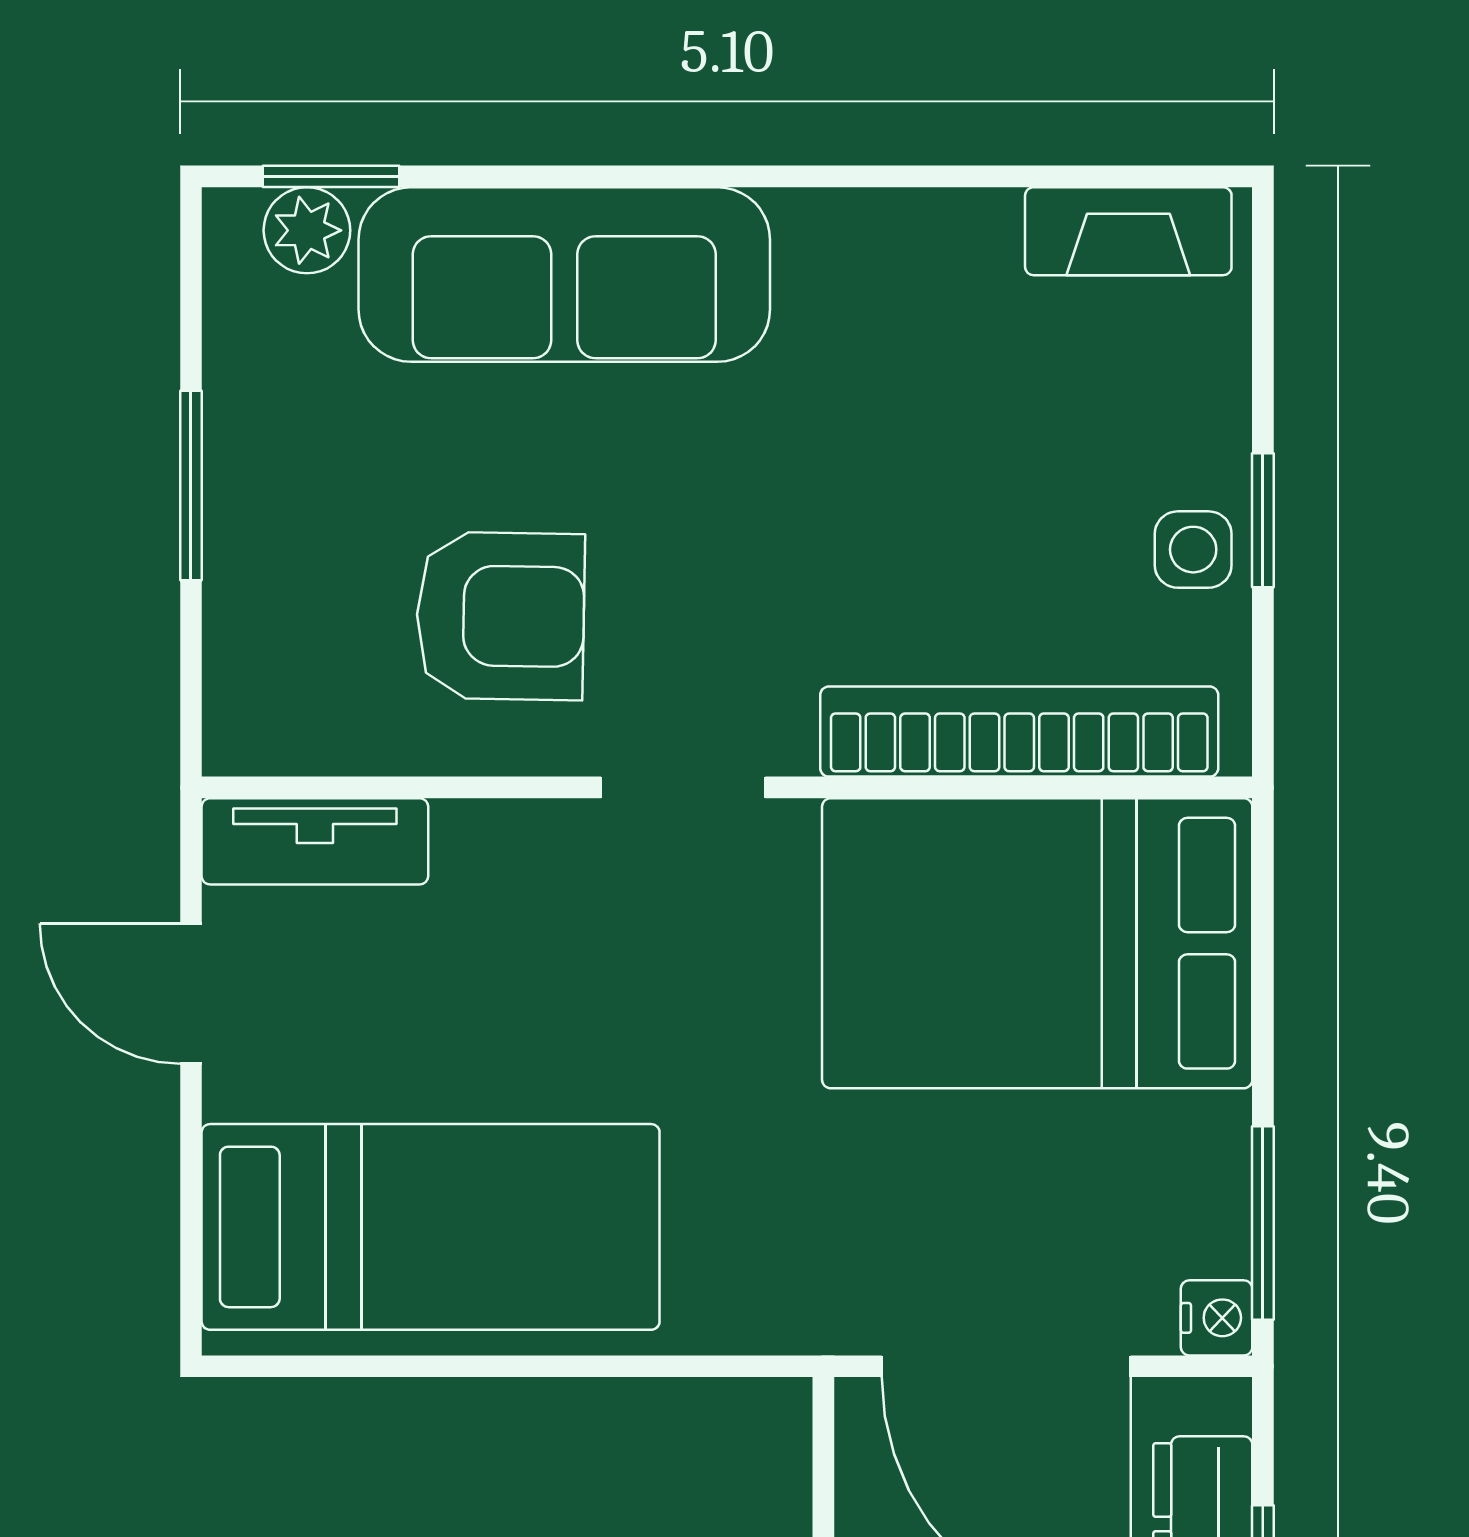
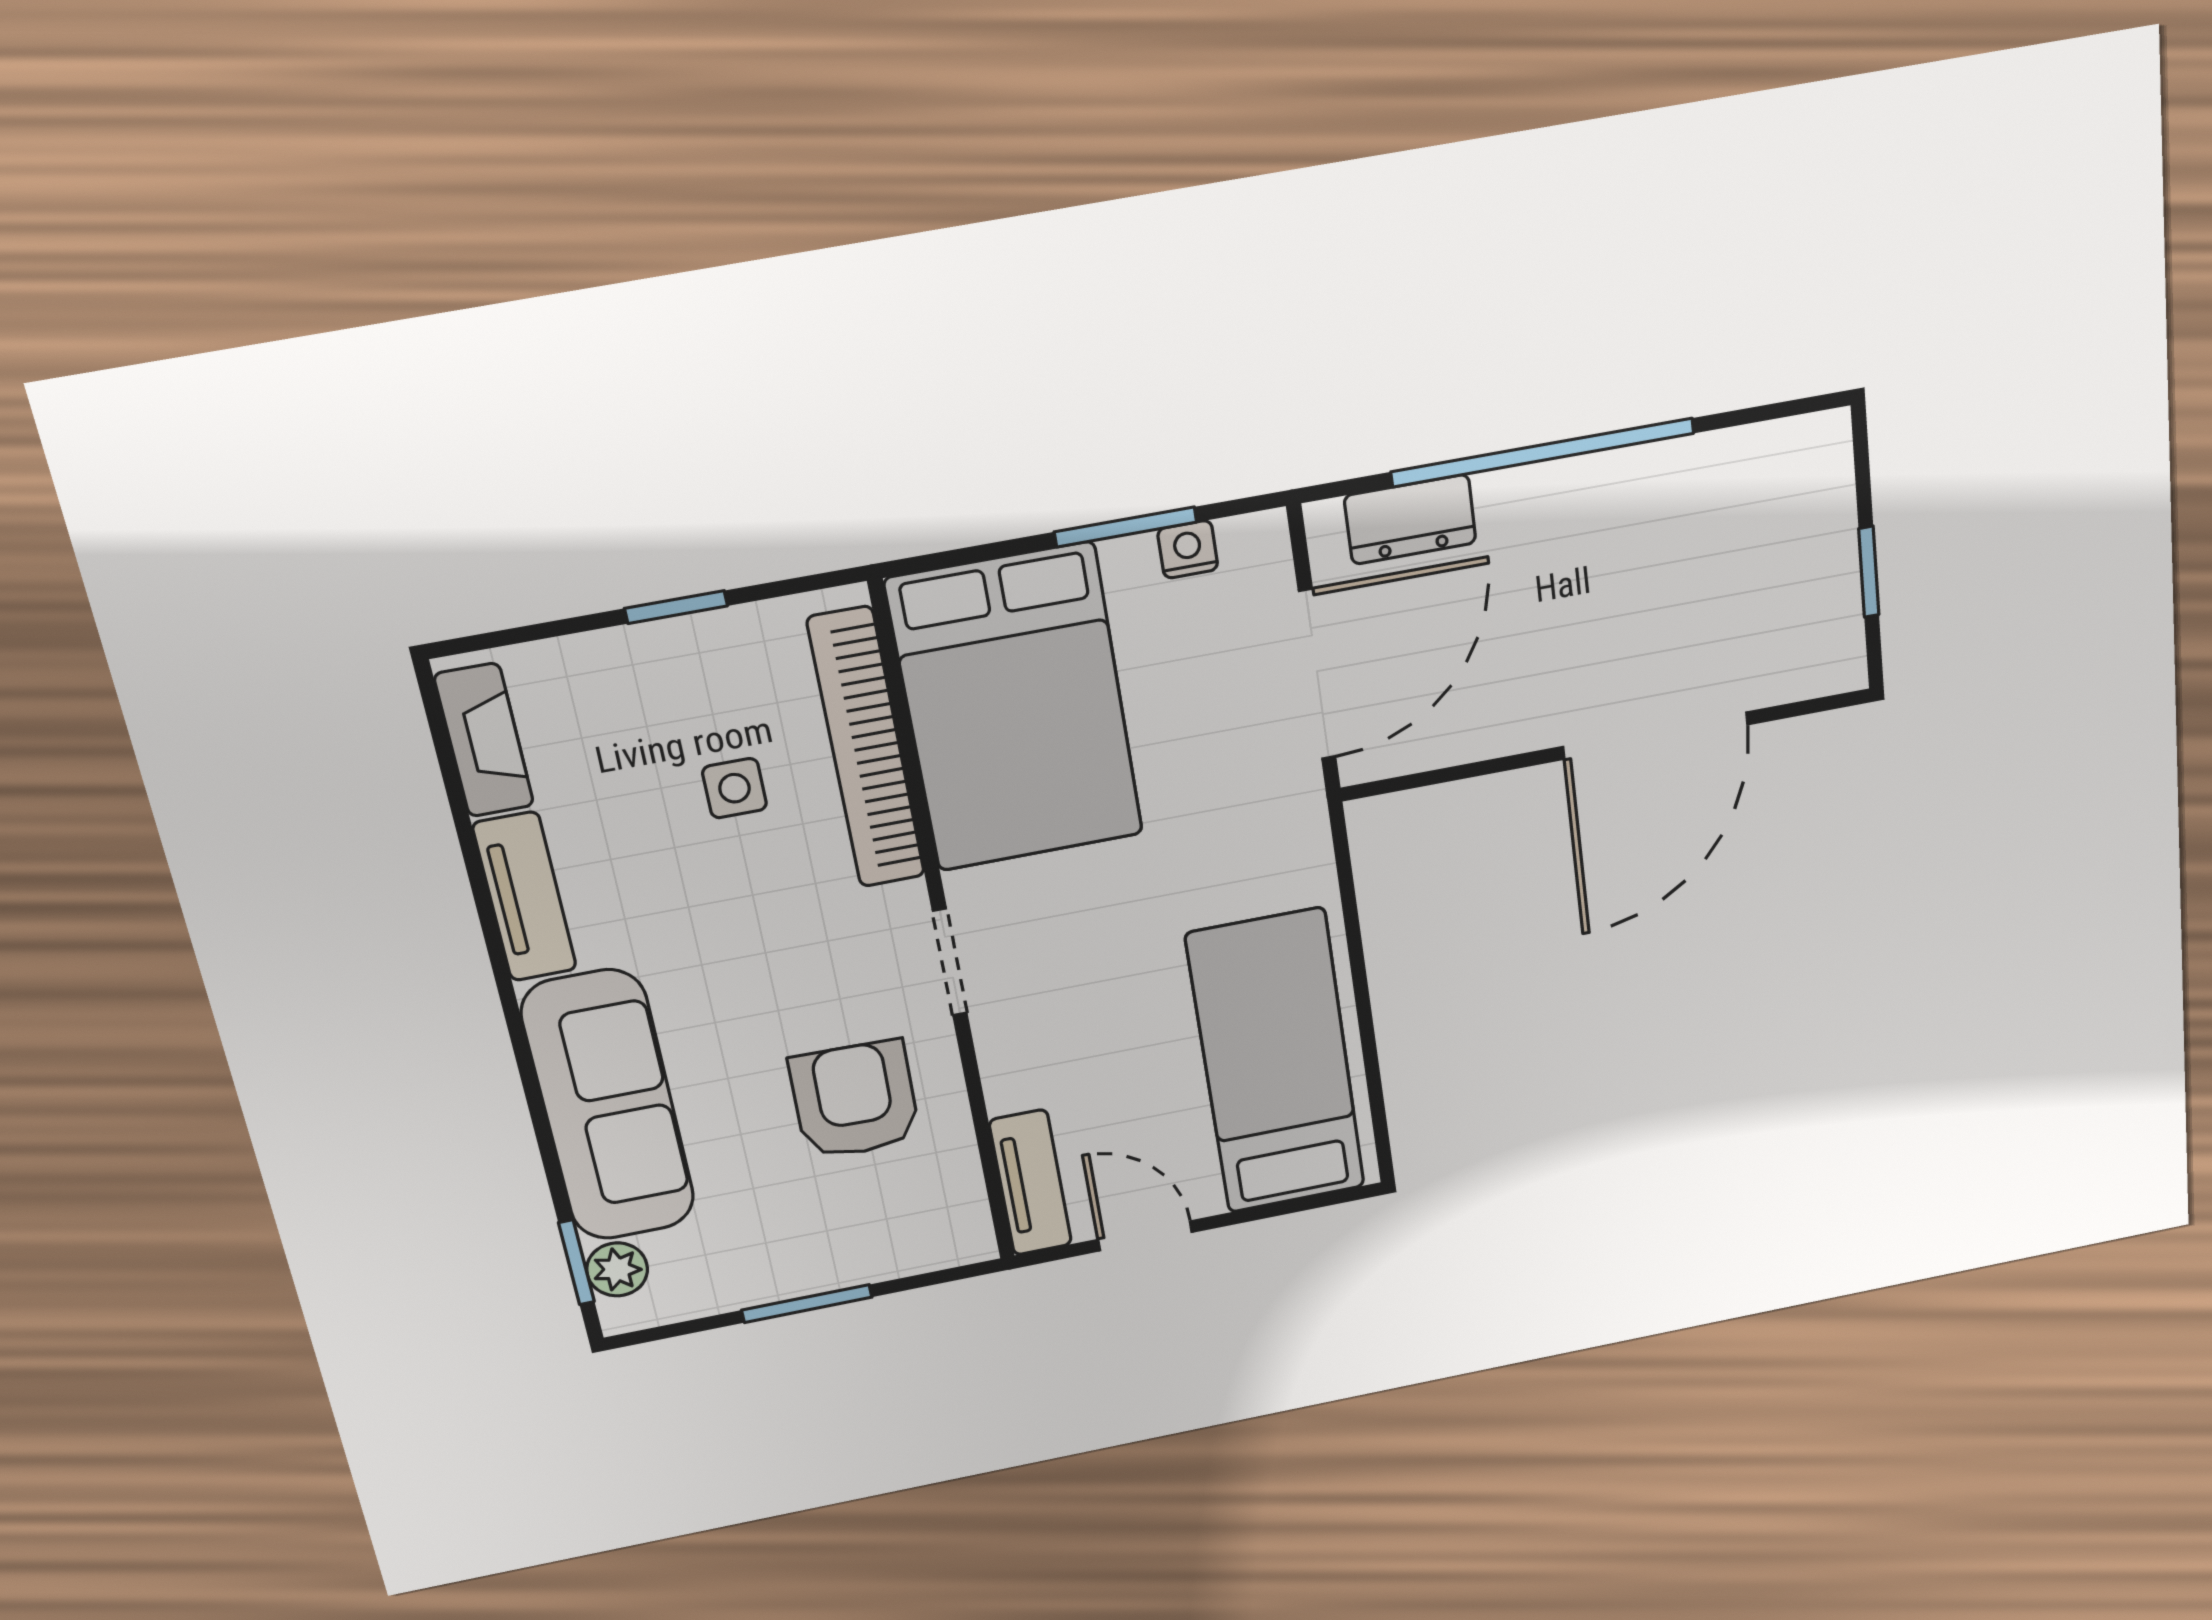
tv unit: (898, 233) -> (525, 897), added
side table: (1193, 550) -> (734, 788), moved
door: (191, 994) -> (1145, 1236), swing flipped
window: (1263, 1223) -> (1126, 527), moved
nightstand: (1217, 1318) -> (1188, 549), moved

